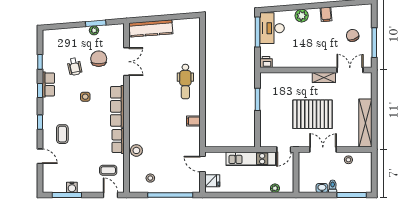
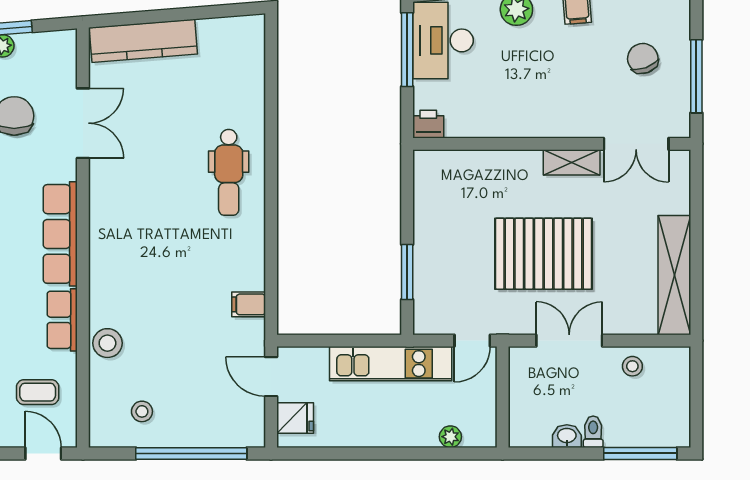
double door: (350, 70) -> (636, 144), swing flipped
window: (257, 99) -> (407, 272), moved
filing cabinet: (193, 121) -> (249, 304), moved

